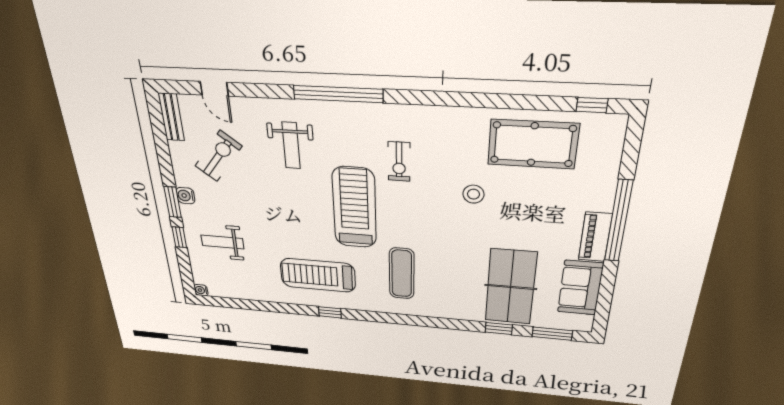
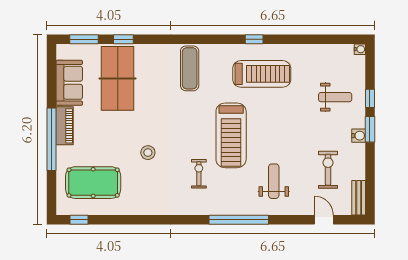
pool table: (533, 144) -> (93, 183), moved
exercise bike: (218, 156) -> (328, 170), turned 142
exercise mat: (402, 274) -> (190, 68), moved

